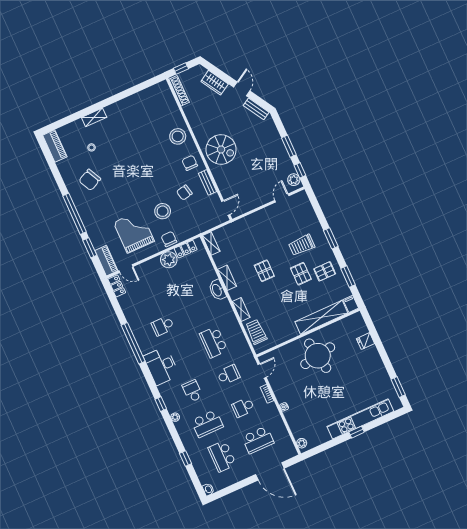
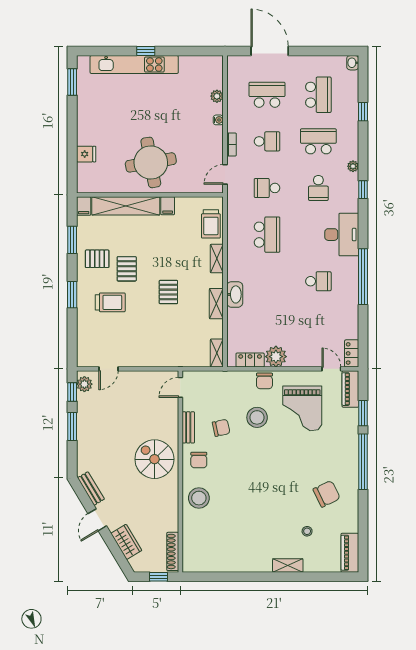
filing cabinet: (292, 331) -> (168, 206), added
plant: (302, 443) -> (217, 96), moved

